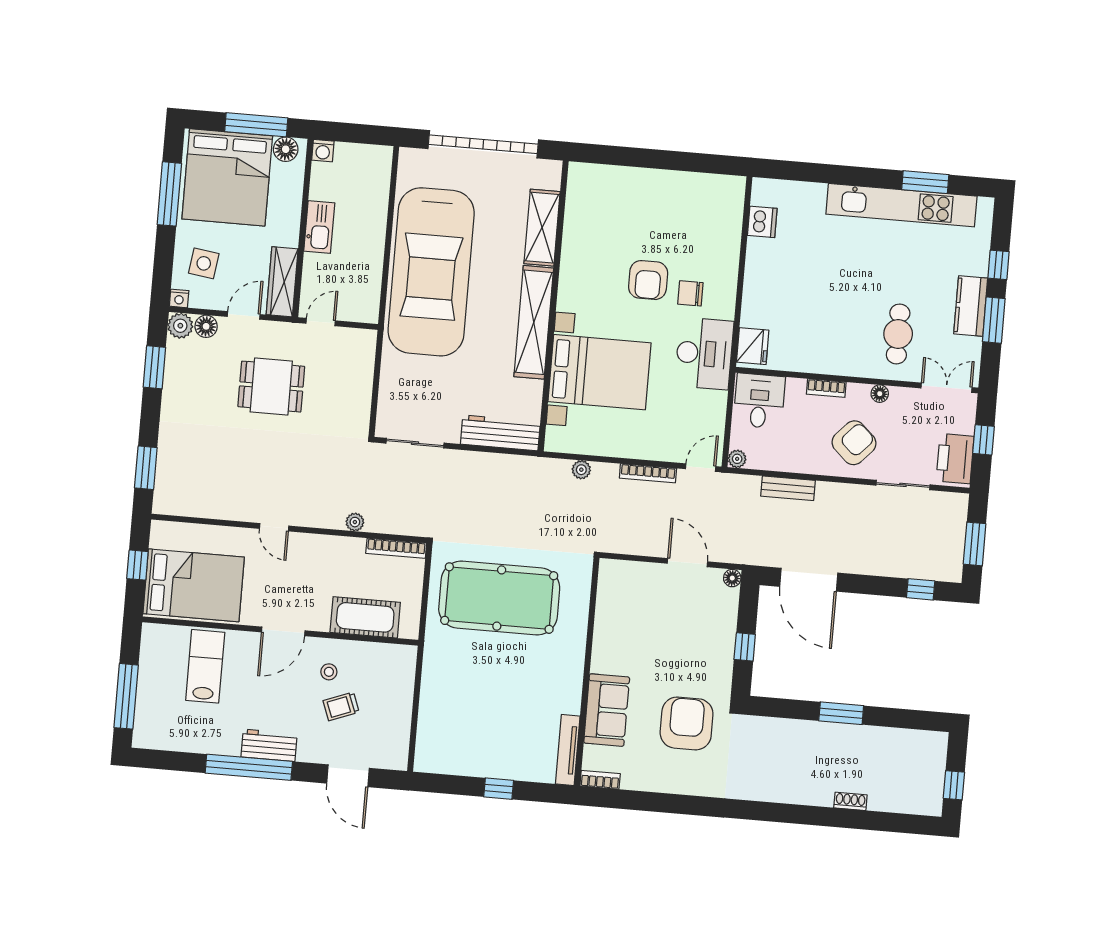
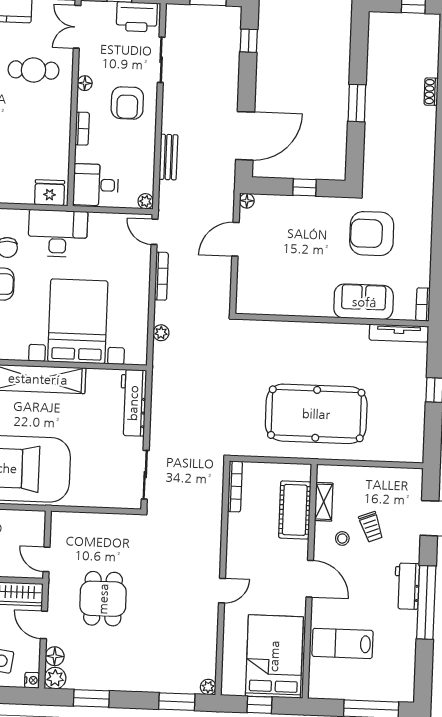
armchair: (854, 443) -> (127, 103), turned -133
plant: (355, 522) -> (208, 687), moved
pool table: (499, 598) -> (316, 414), moved, turned 90
shelving: (373, 652) -> (324, 502), added

